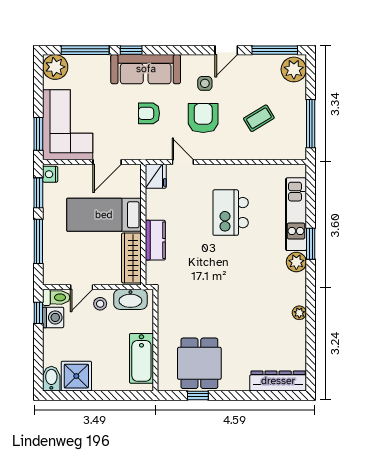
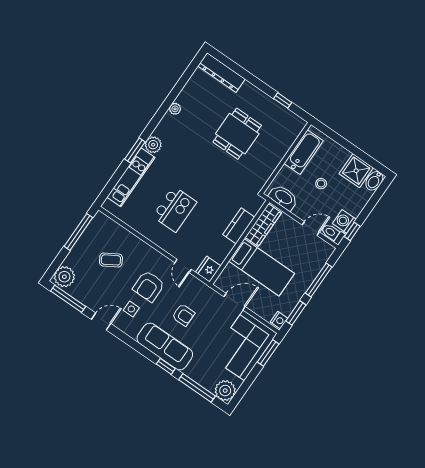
stool: (100, 304) -> (321, 184), moved
dining table: (199, 363) -> (237, 134), moved

